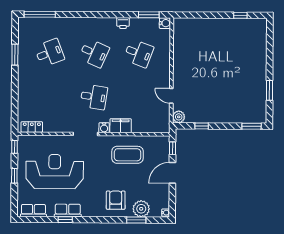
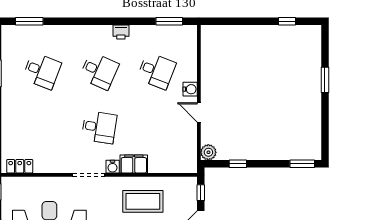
window: (40, 14) -> (29, 21), width x0.69
printer: (123, 23) -> (121, 32), moved
water cooler: (165, 23) -> (190, 89), moved
desk: (49, 53) -> (42, 71), turned 42
window: (269, 90) -> (325, 80), moved
door: (171, 96) -> (199, 112), moved

